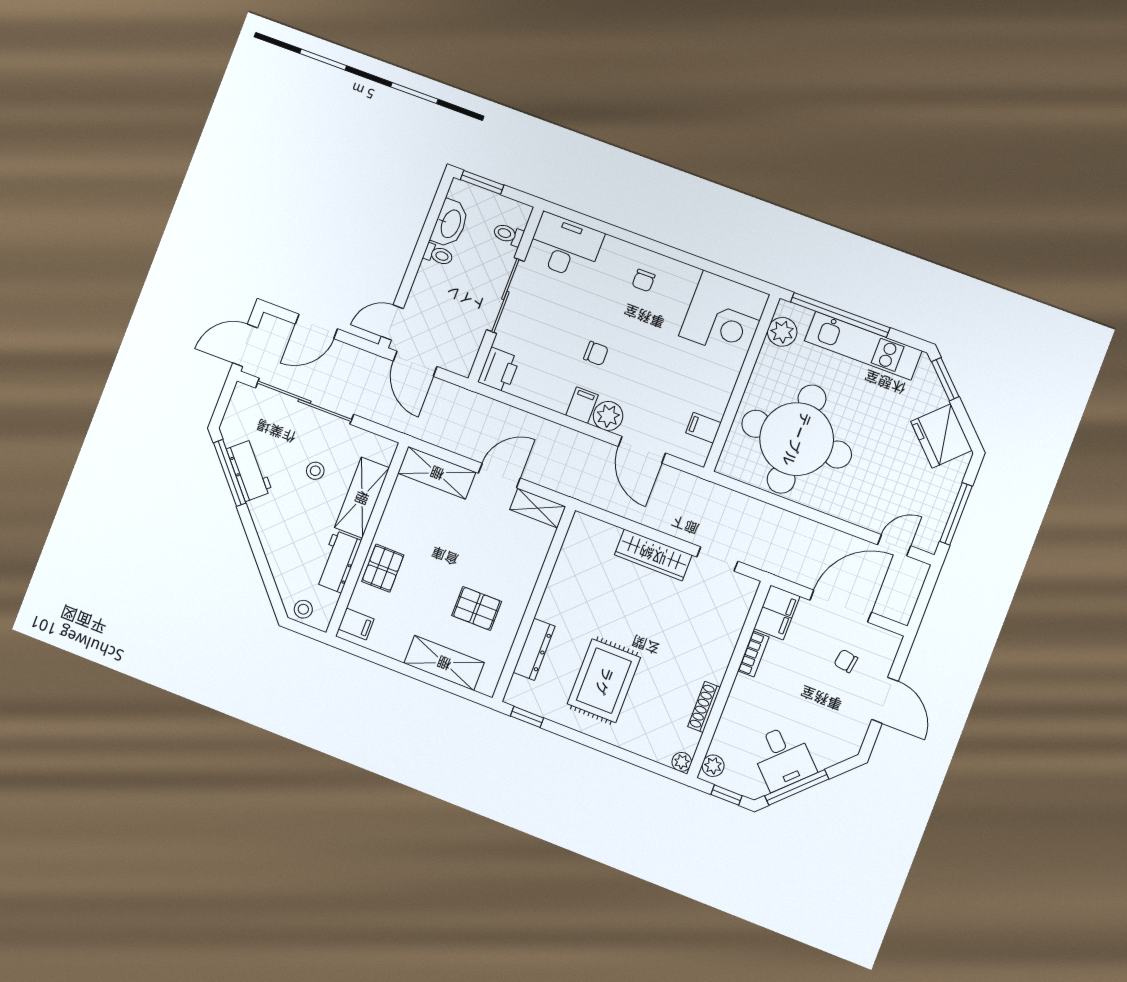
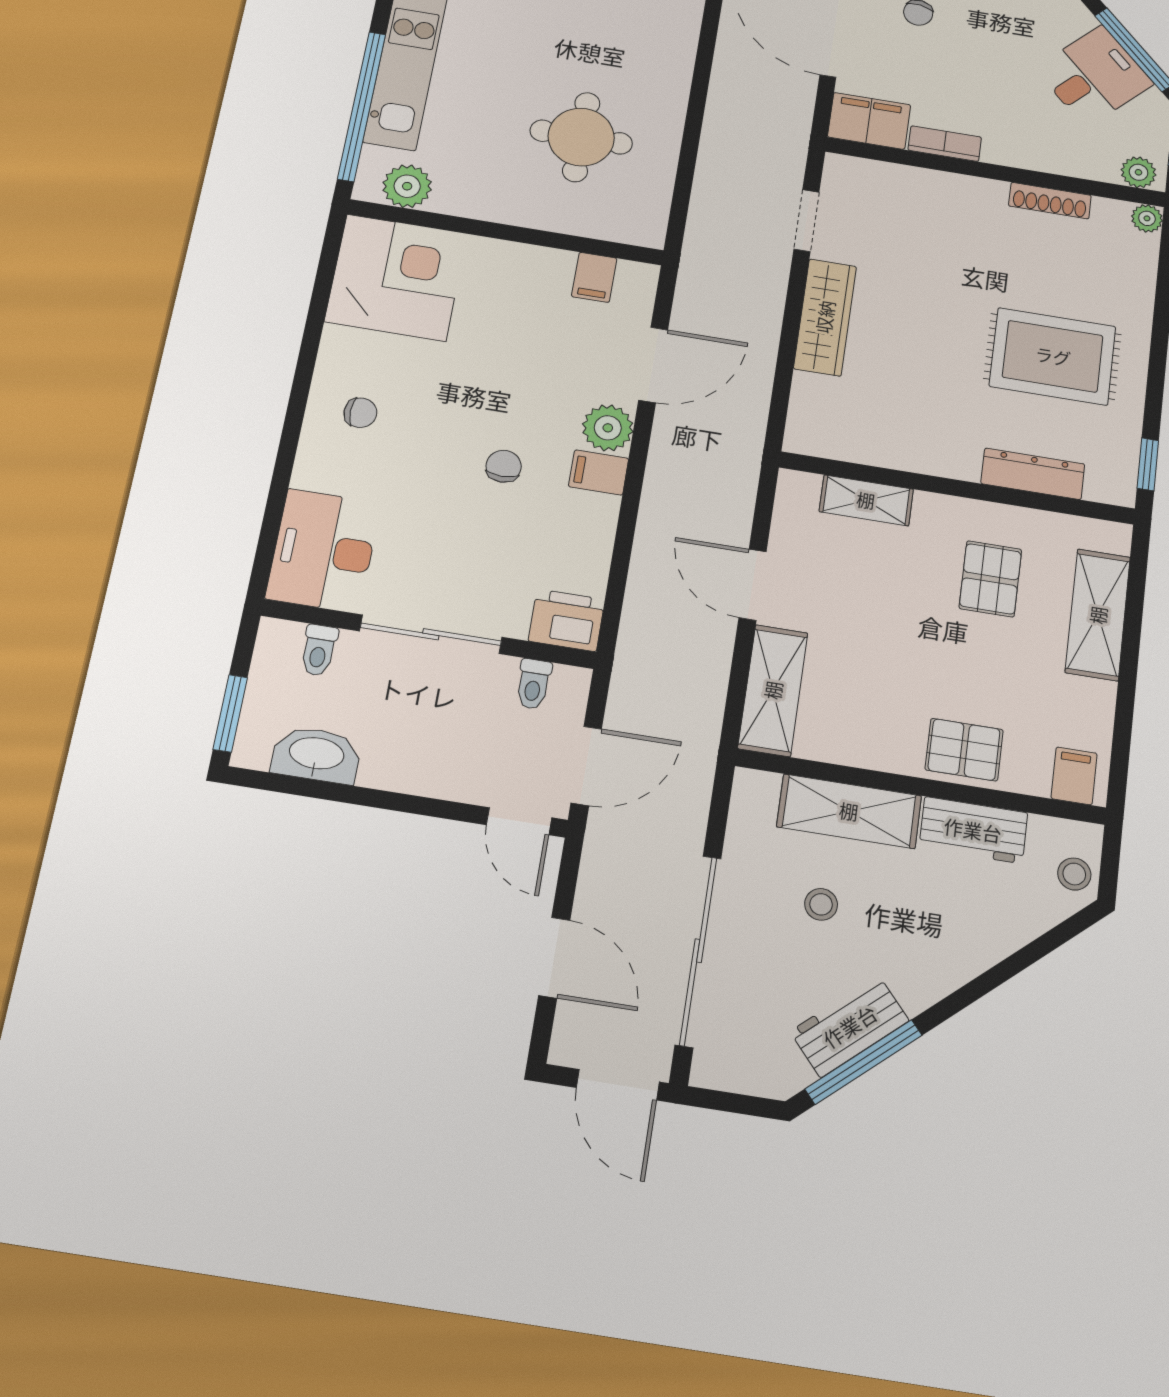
toilet: (438, 255) -> (533, 684), moved, turned 180
round table: (797, 439) -> (581, 137), width x0.54, depth x0.54
shelving: (538, 508) -> (866, 500), moved, turned 90

